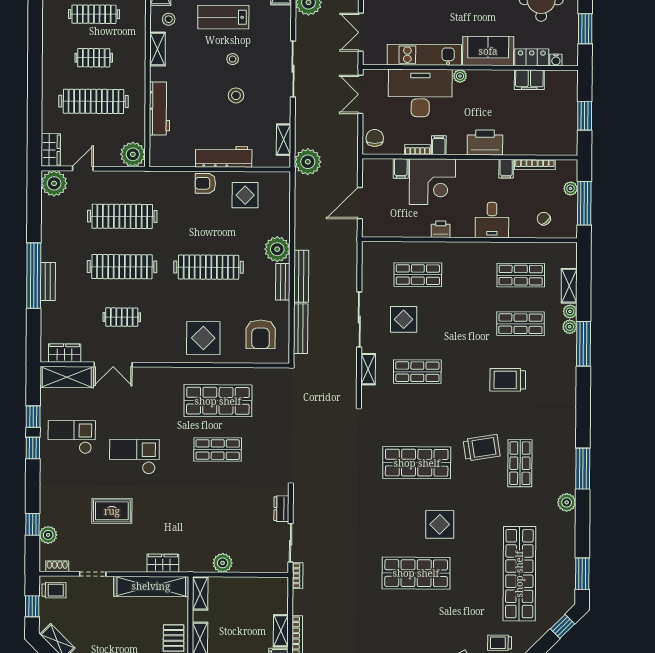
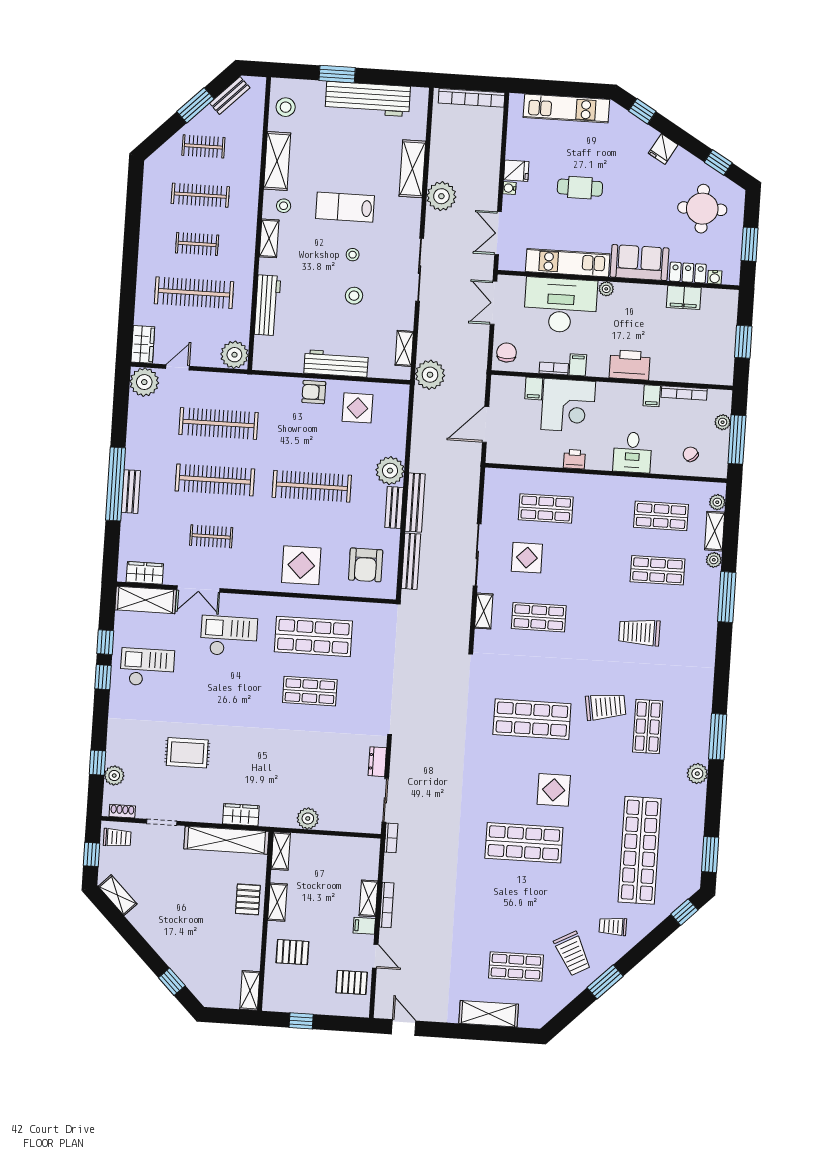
plant: (570, 327) -> (717, 502), moved
checkout: (134, 457) -> (229, 636), moved

